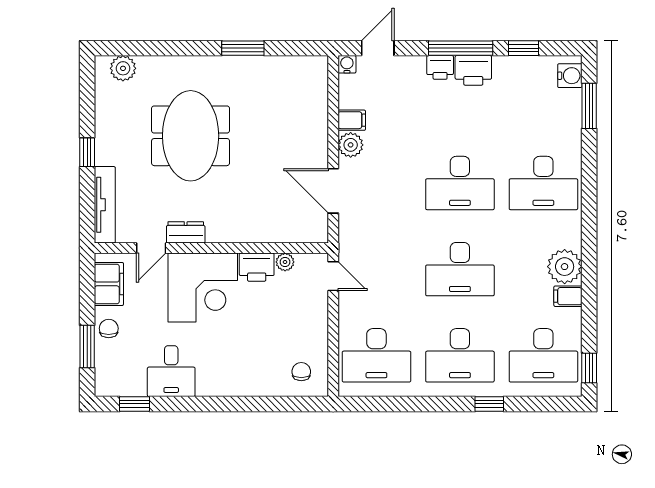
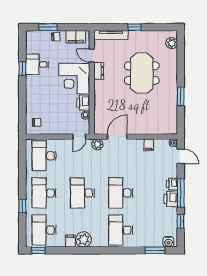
meeting table: (191, 136) -> (142, 73), turned 90
plant: (351, 145) -> (97, 144), moved
window: (135, 404) -> (22, 69), moved

